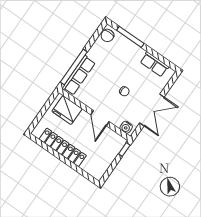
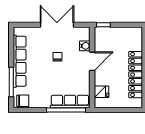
row of seats: (154, 64) -> (20, 61), width x2.02
fridge: (67, 110) -> (101, 92), width x0.53, depth x0.75
water cooler: (126, 127) -> (85, 46), moved

